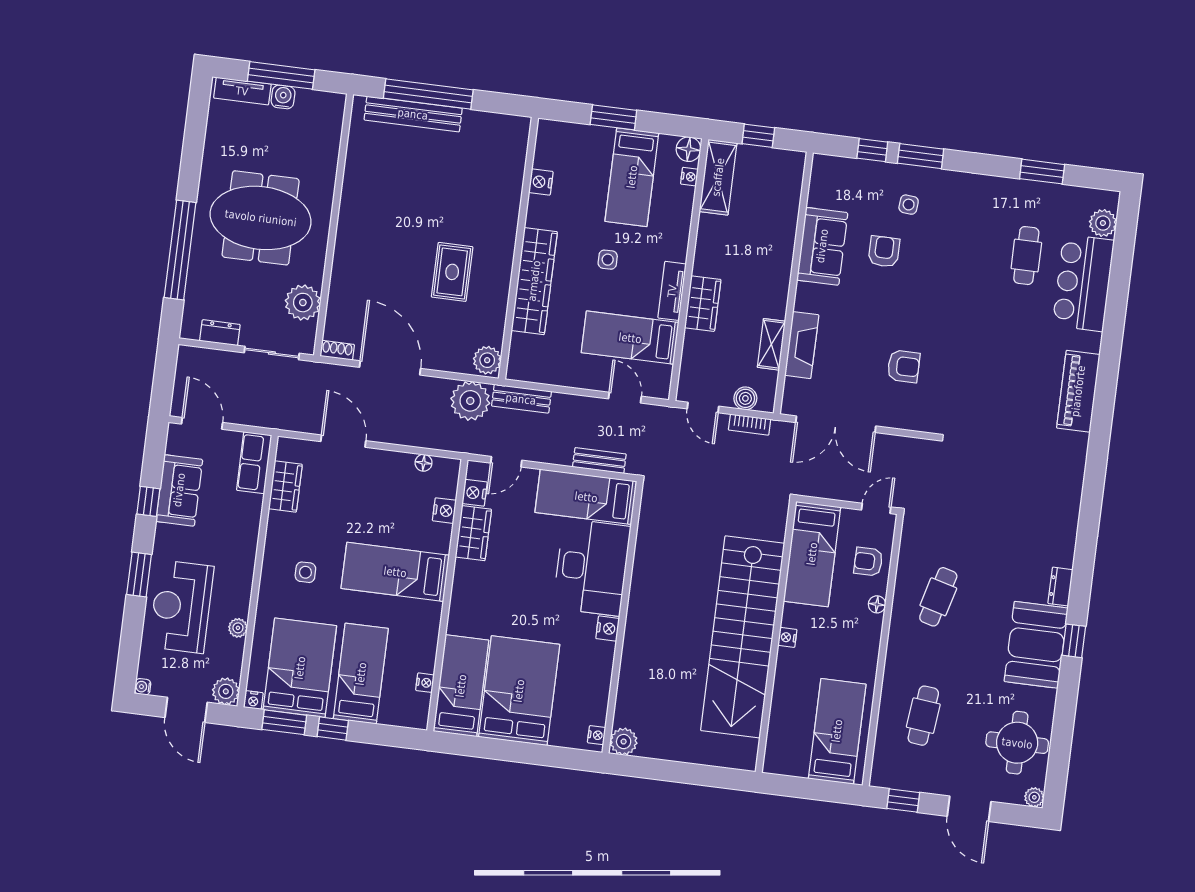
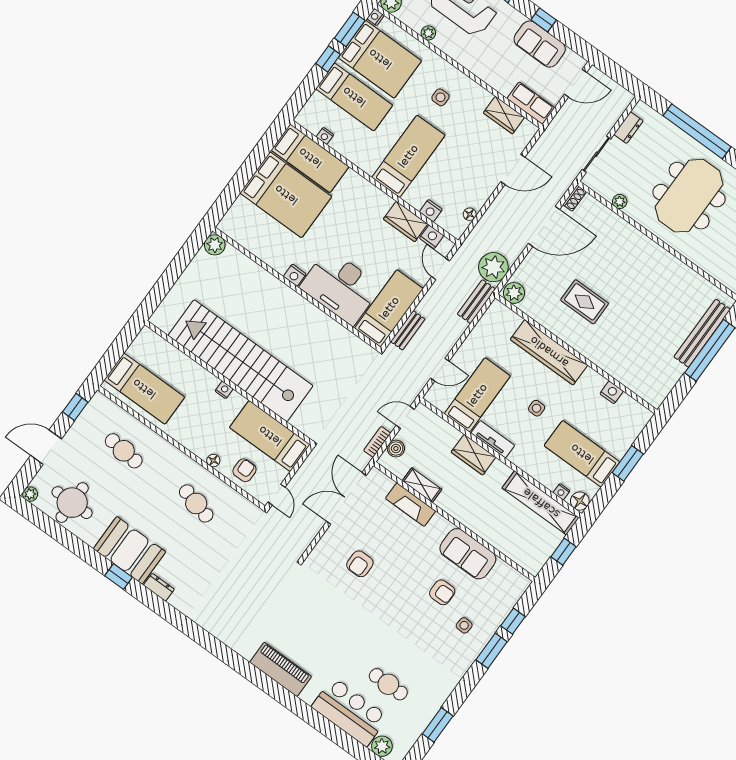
shelving: (718, 177) -> (541, 503), width x1.47
plant: (303, 303) -> (620, 201), width x0.53, depth x0.53
nightstand: (596, 735) -> (229, 229), removed

